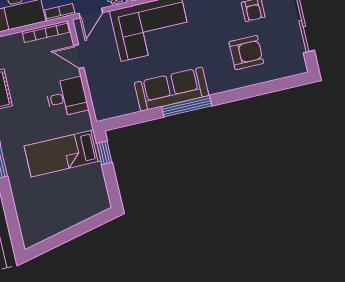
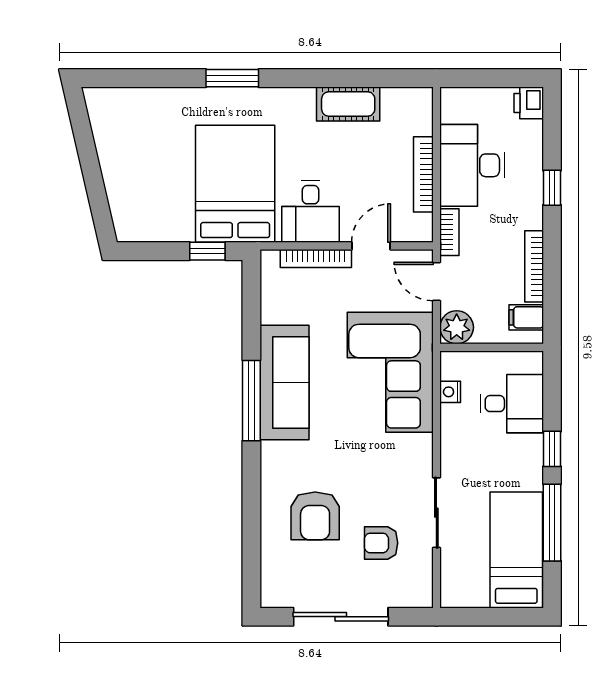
bookcase: (46, 32) -> (423, 174), moved
bookcase: (94, 88) -> (316, 258), added
bed: (63, 153) -> (235, 184), width x1.50

